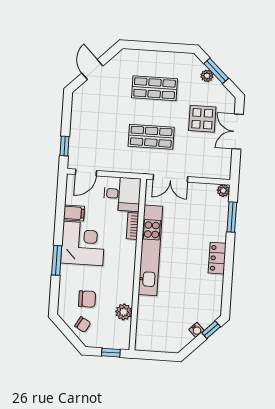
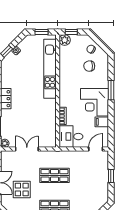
window: (65, 146) -> (111, 176), moved
double door: (170, 178) -> (27, 149), moved
kitchen unit: (150, 250) -> (50, 69), moved
plant: (124, 312) -> (65, 40), moved
window: (156, 356) -> (42, 32), added

